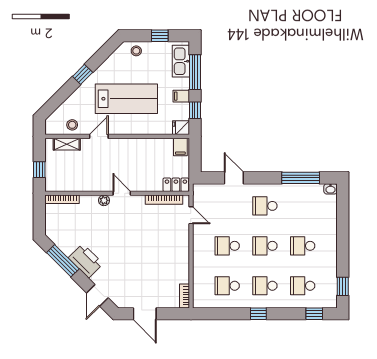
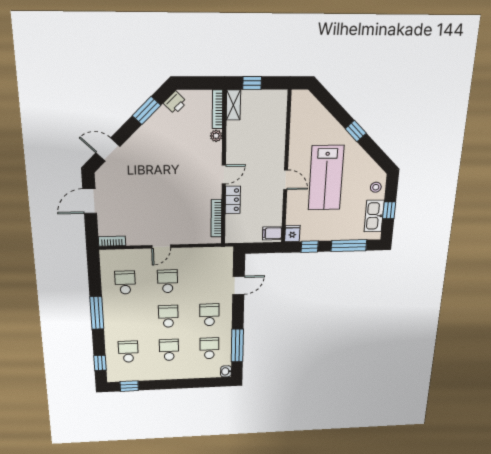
kitchen sink: (181, 61) -> (374, 216), moved, turned -90
filing cabinet: (181, 96) -> (325, 233), removed
stool: (72, 125) -> (301, 120), removed
door: (99, 136) -> (286, 180), moved
shelving: (67, 144) -> (233, 105), moved
locker: (176, 185) -> (233, 200), moved
plant: (104, 200) -> (216, 136), moved
door: (191, 215) -> (161, 246), moved
window: (63, 261) -> (146, 110), width x0.69
printer: (86, 261) -> (175, 103), moved, width x0.53, depth x0.68
school desk: (265, 286) -> (209, 348), moved
window: (258, 314) -> (97, 313), width x2.17

